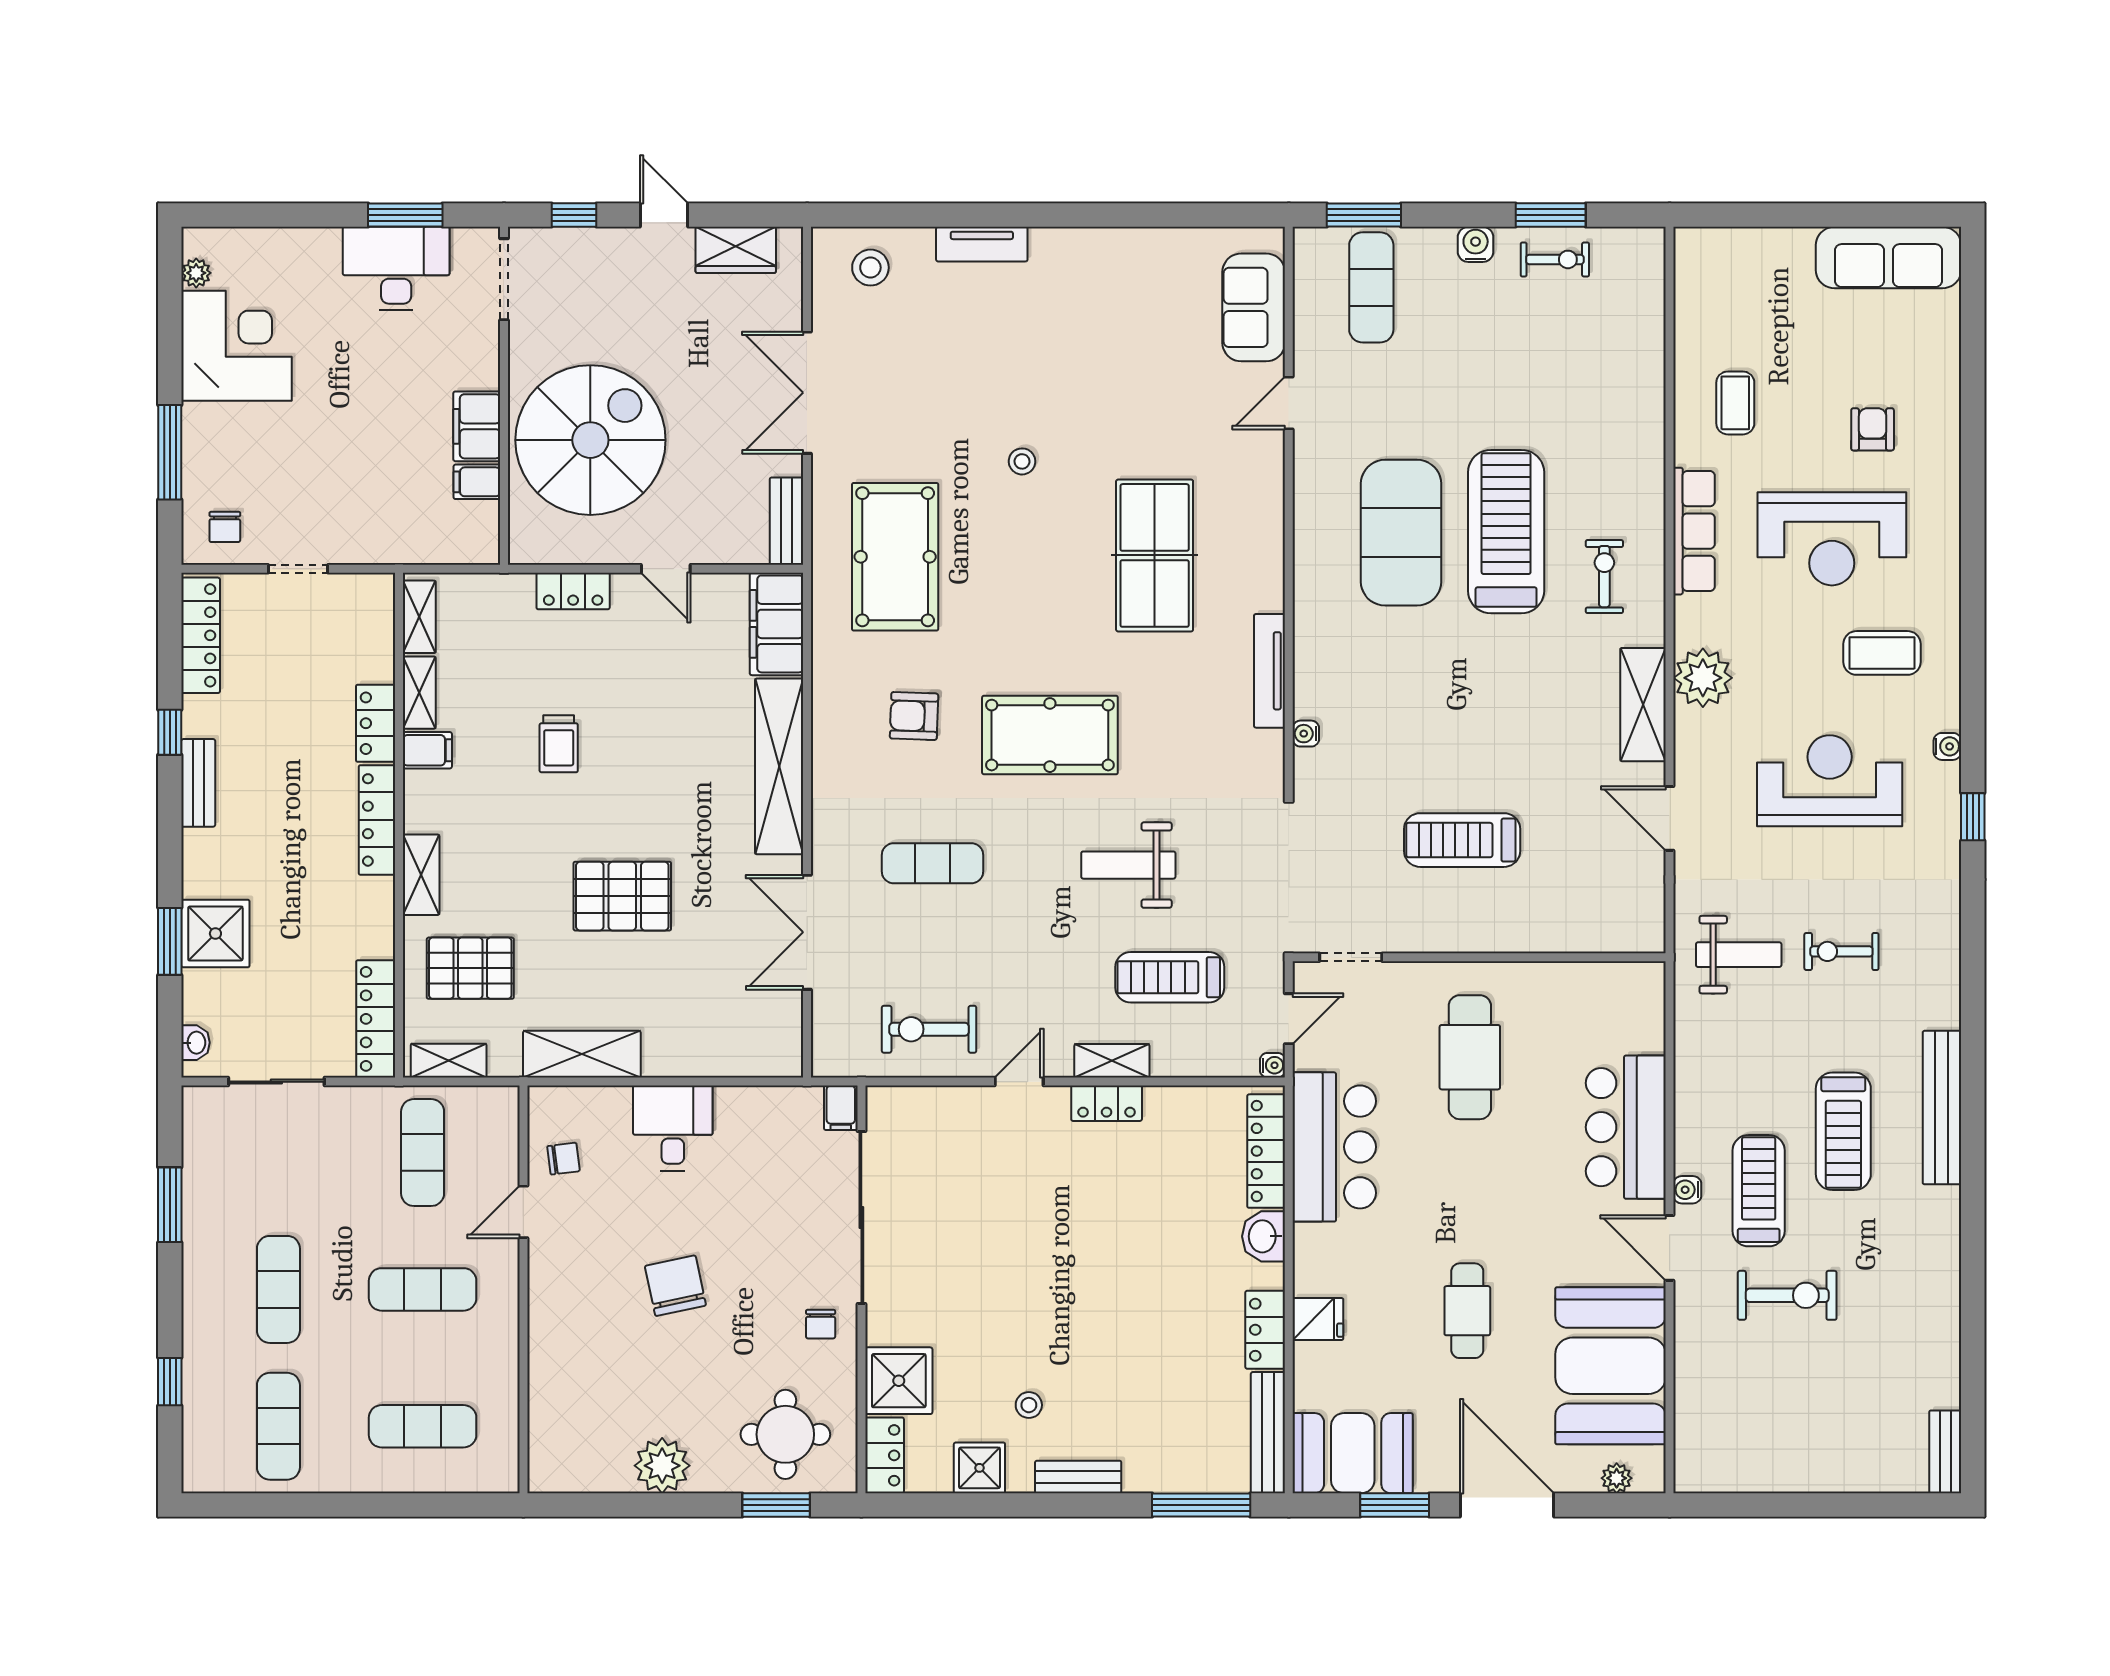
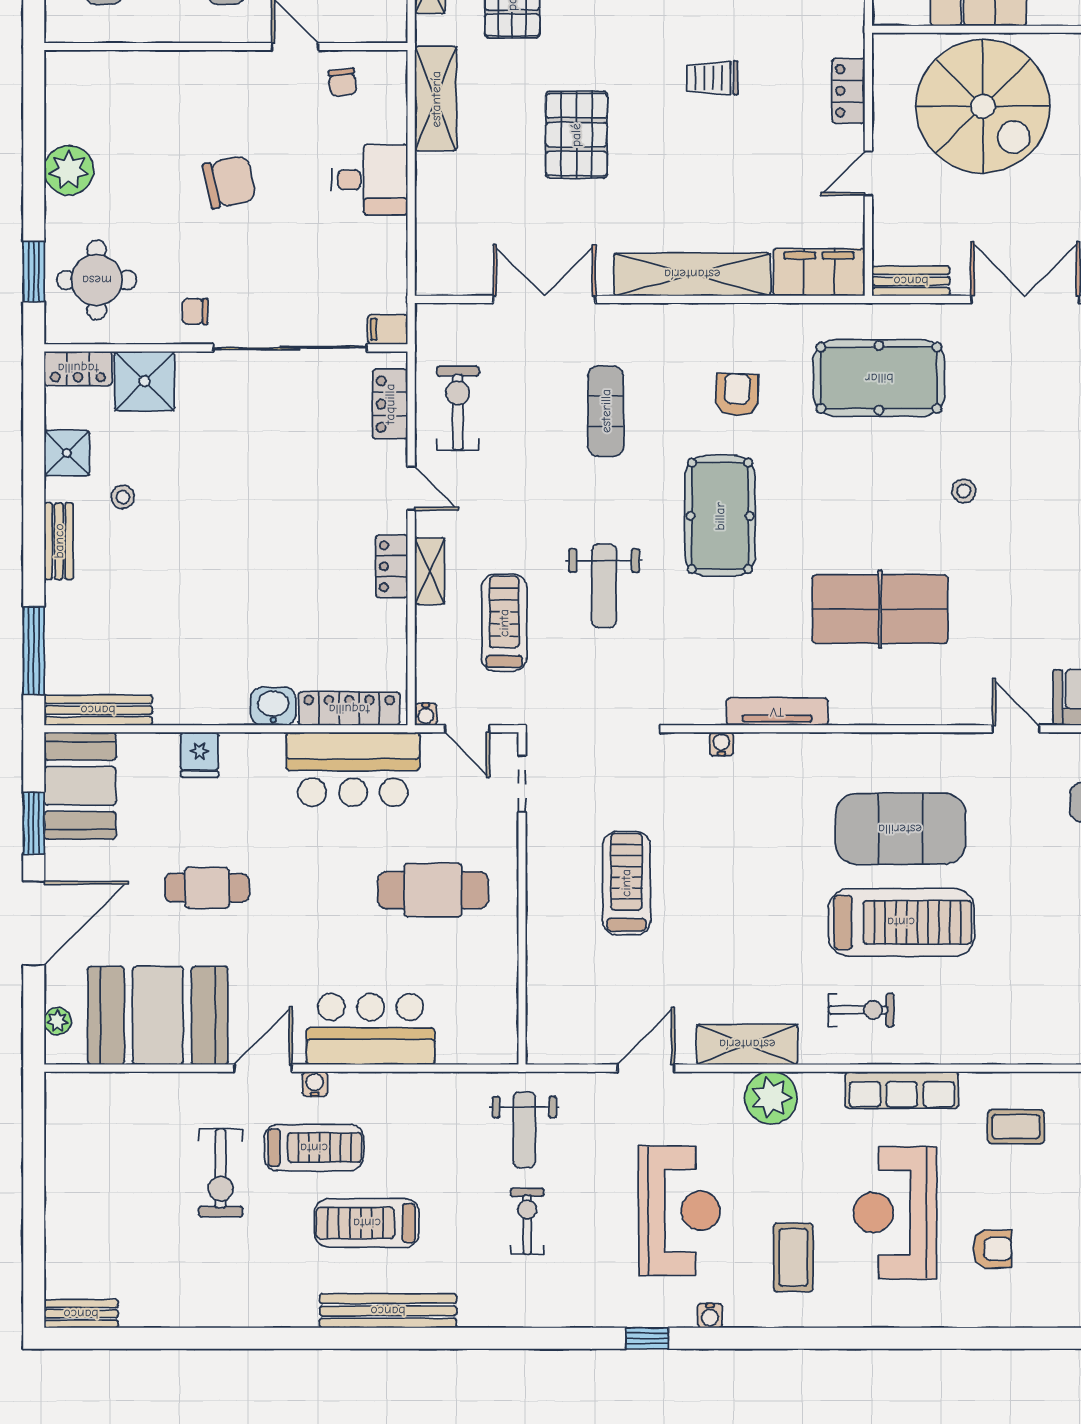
weight bench: (1128, 865) -> (604, 586), turned 180
locker: (1265, 1330) -> (390, 404), moved, turned -90

